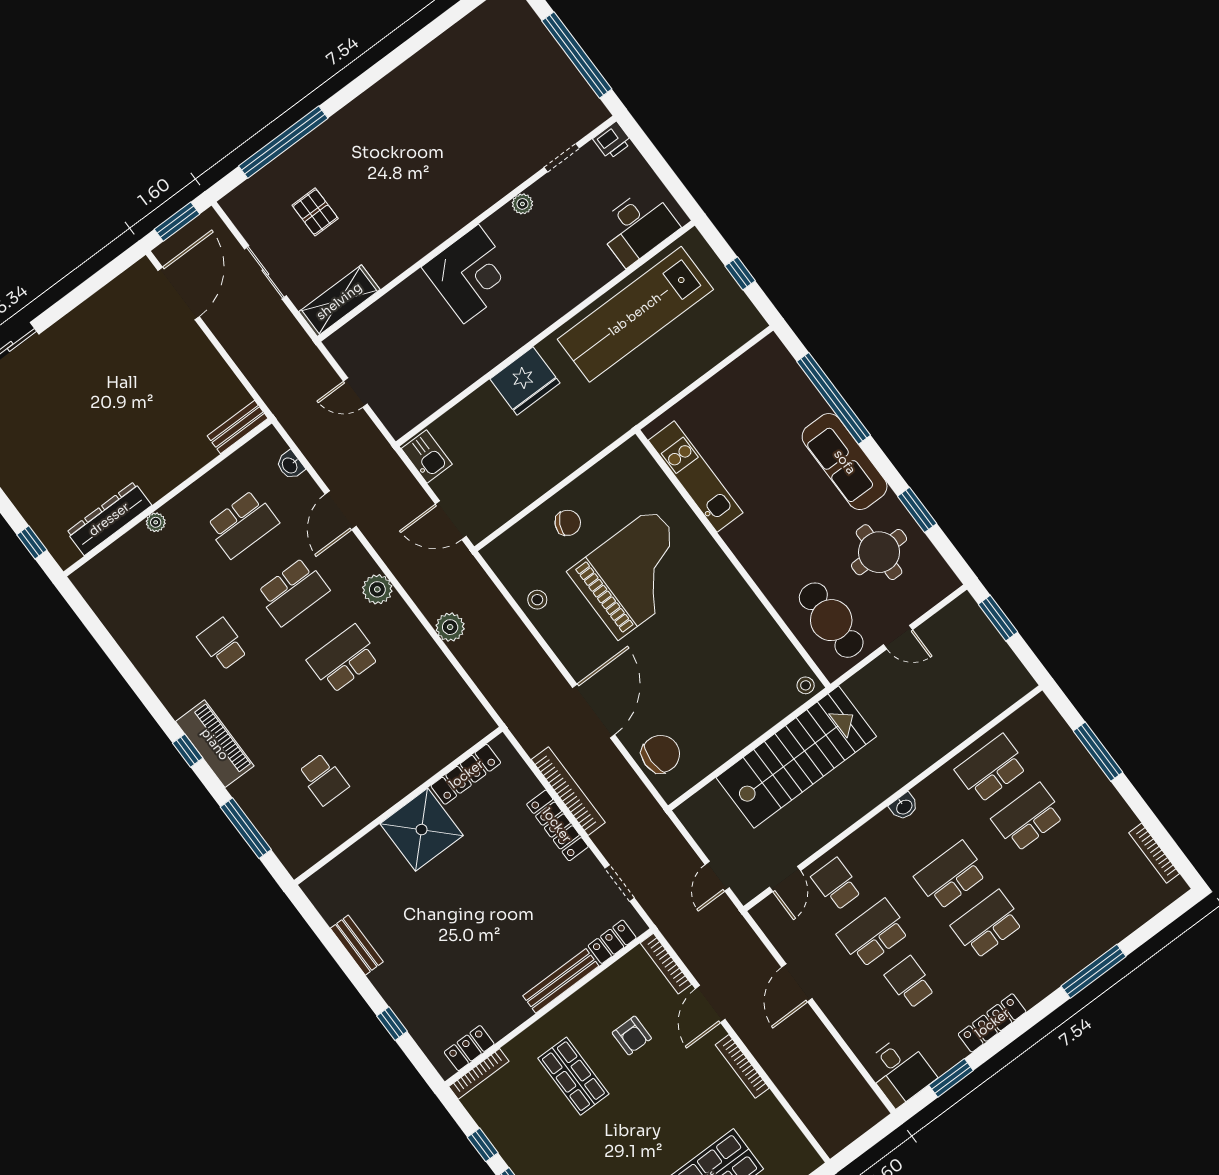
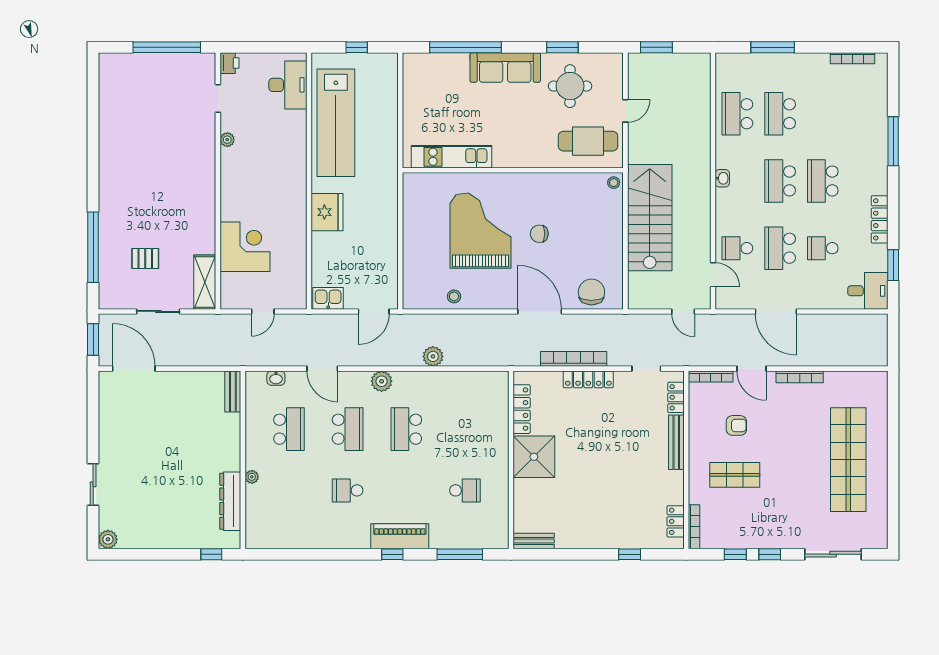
corner desk: (471, 274) -> (245, 247), moved
chair: (568, 523) -> (539, 234), moved, turned -116
bench: (357, 945) -> (534, 541), moved
door: (797, 983) -> (776, 311), width x1.36

